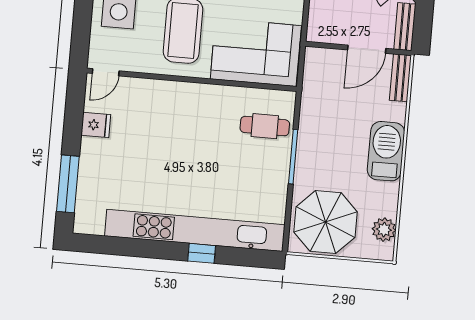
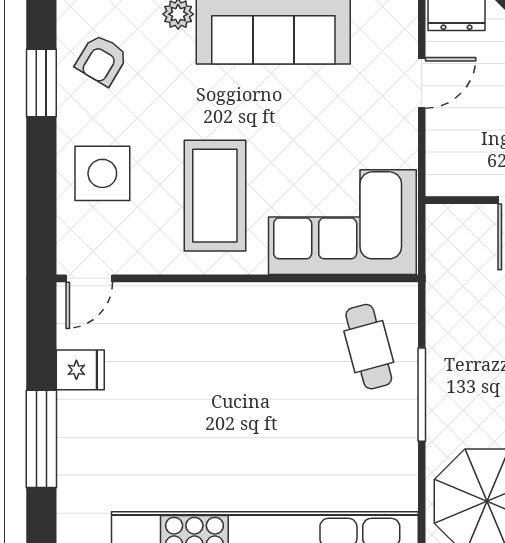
cafe table: (265, 126) -> (369, 347), turned 75
window: (68, 184) -> (41, 439), moved

